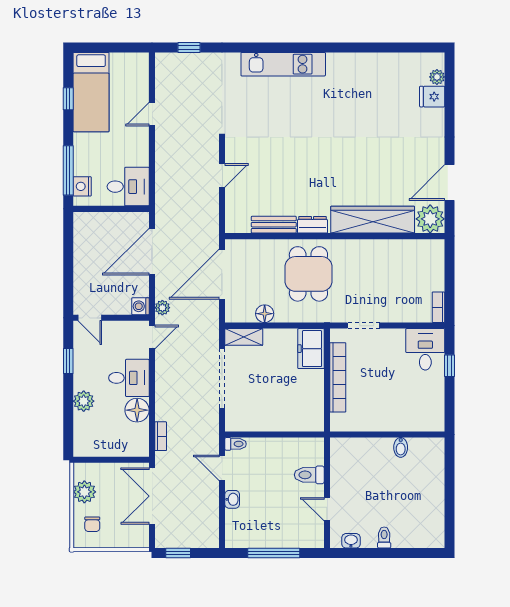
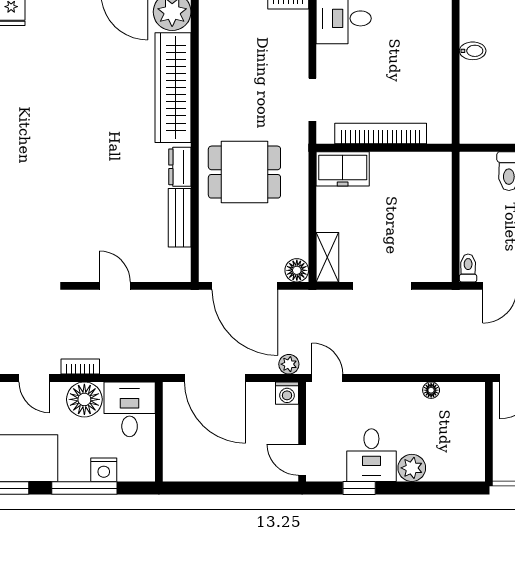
floor lamp: (136, 152) -> (84, 399), added
window: (68, 170) -> (84, 488), moved
nightstand: (82, 186) -> (104, 470), moved
floor lamp: (265, 314) -> (297, 270), moved
door: (90, 318) -> (302, 460), swing flipped
desk: (129, 378) -> (371, 455), moved, turned 180
doorway: (222, 378) -> (382, 286), width x0.73
floor lamp: (137, 410) -> (431, 390), width x0.53, depth x0.53
bookcase: (161, 436) -> (80, 367), moved

